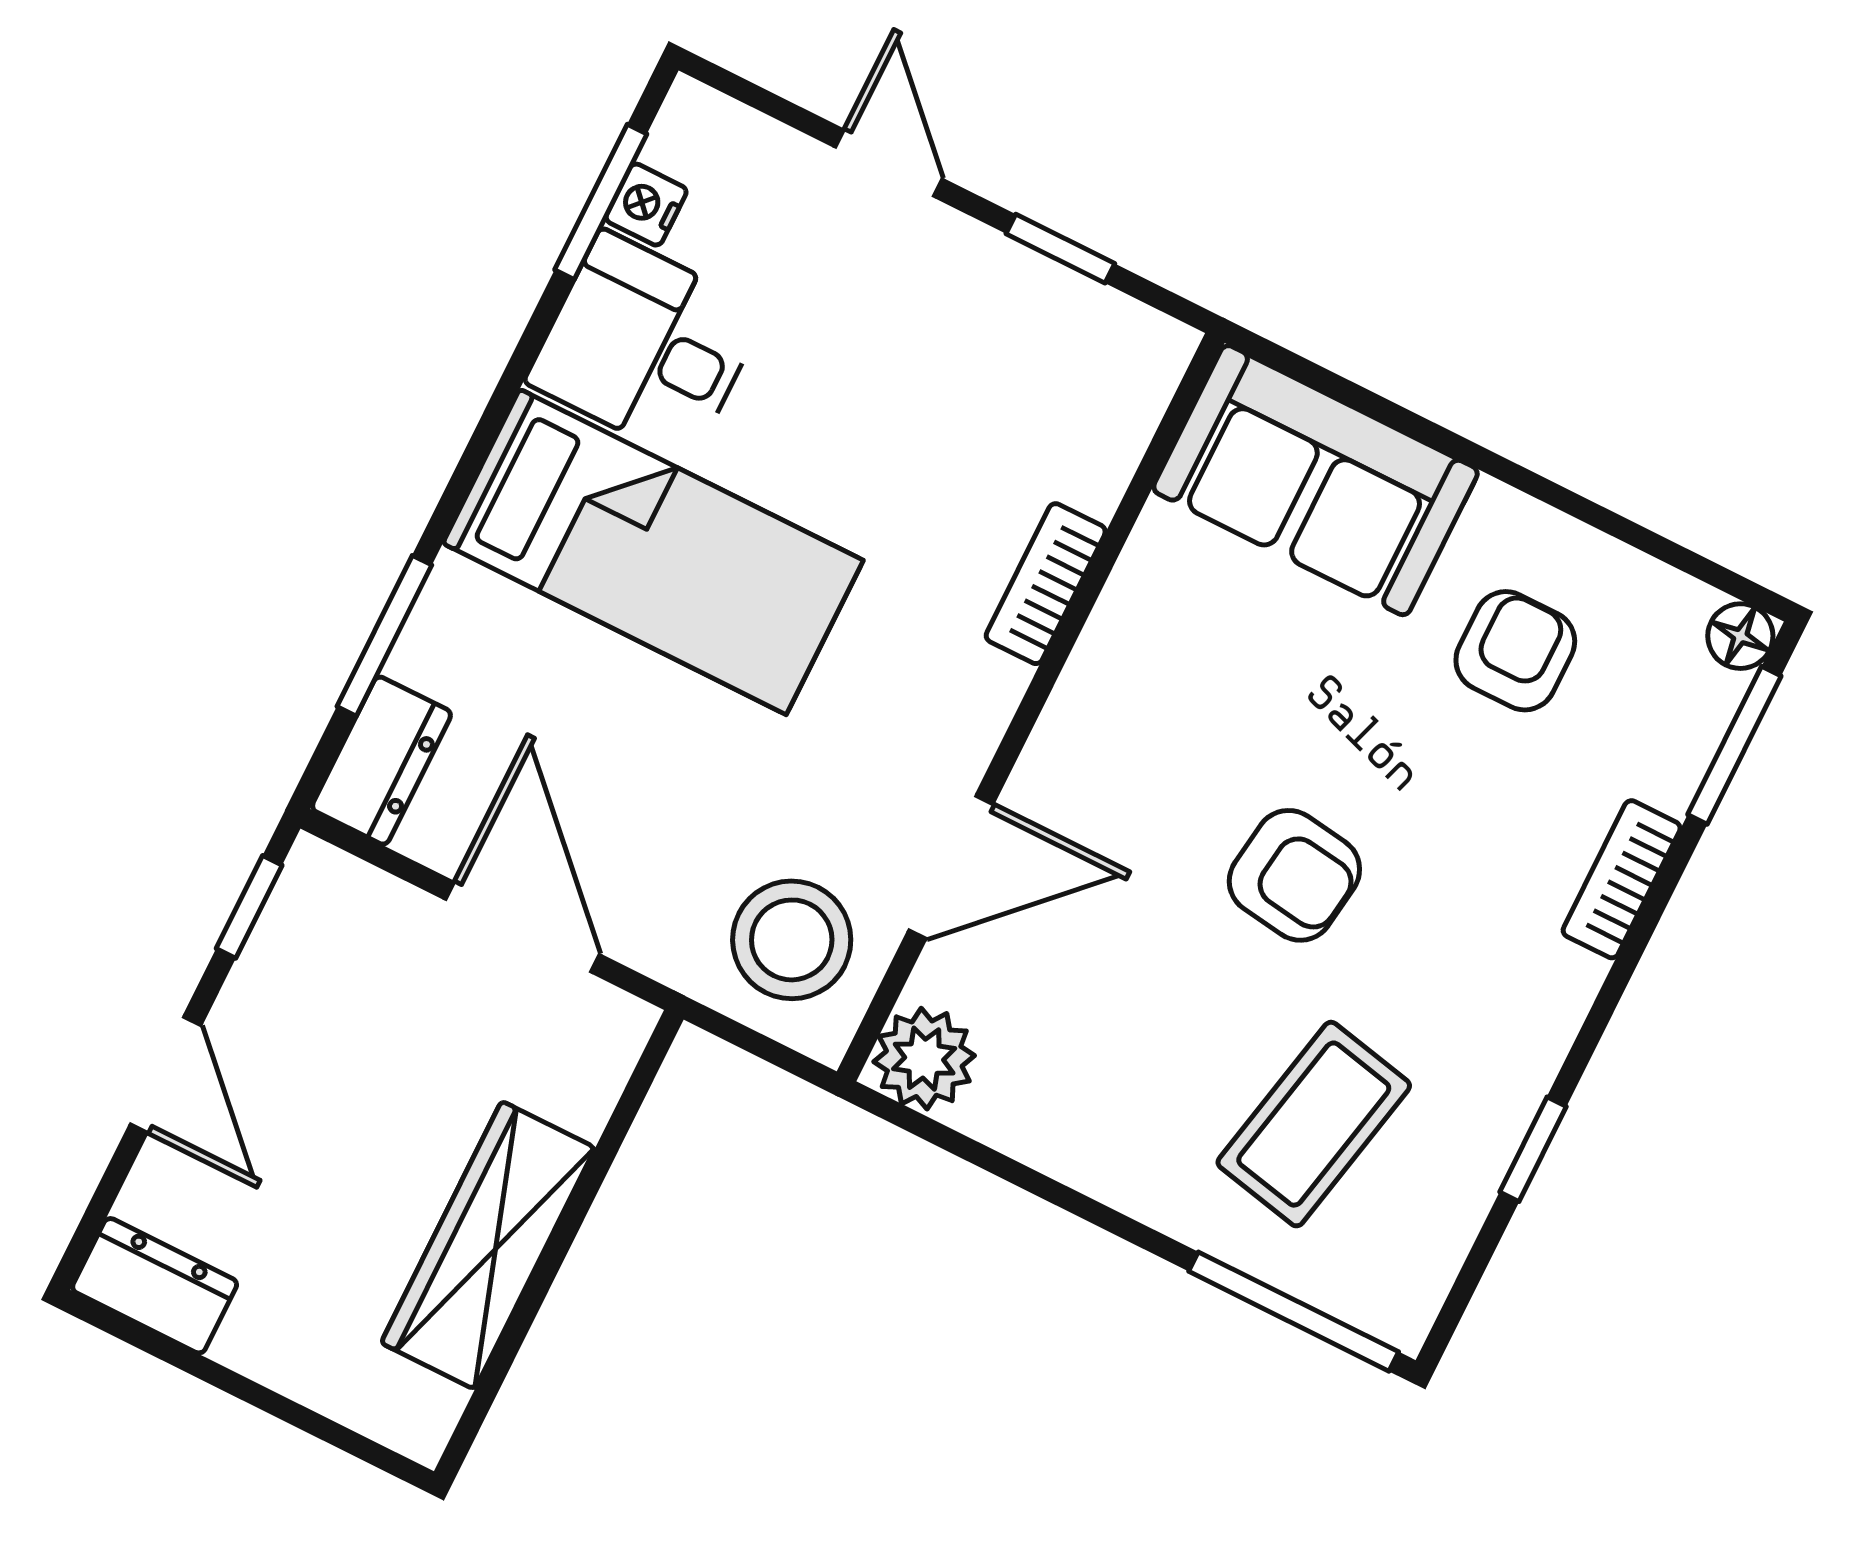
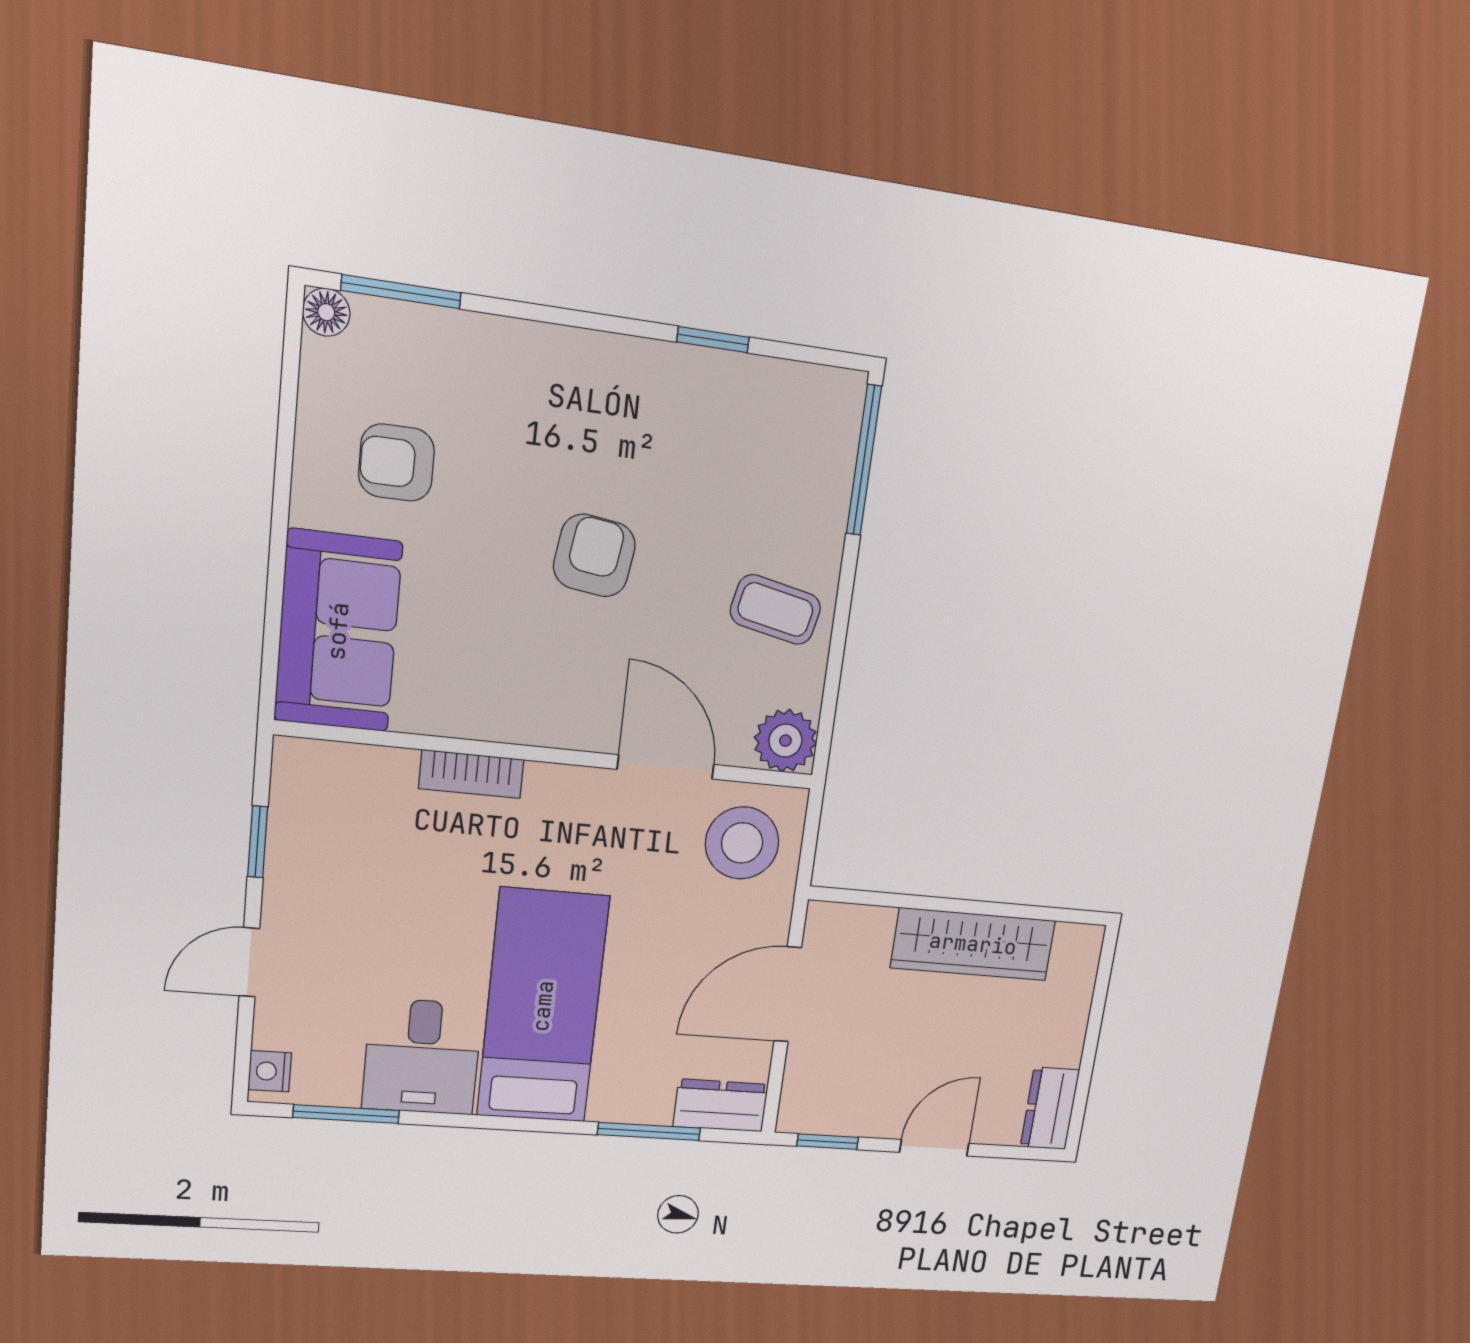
nightstand: (646, 205) -> (270, 1071), moved, turned 90
bookcase: (1622, 879) -> (519, 339), removed
coffee table: (1314, 1124) -> (775, 610), moved, width x0.73, depth x0.77

